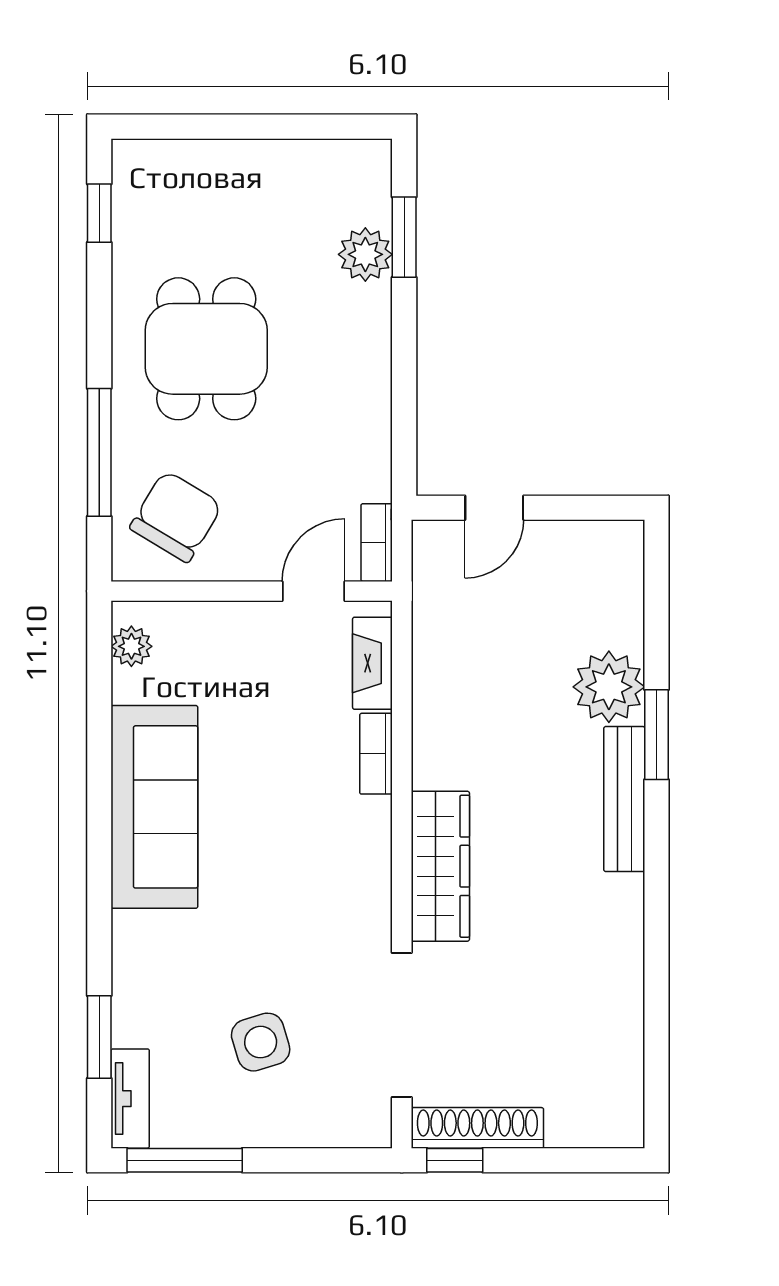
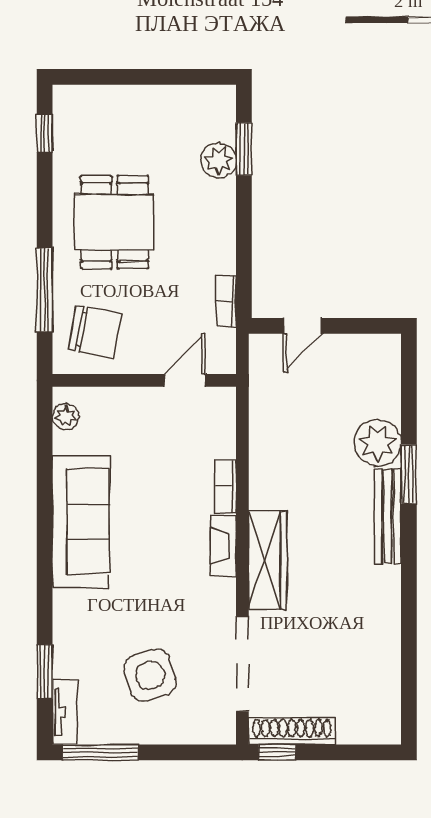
chair: (176, 516) -> (95, 332), turned 70
bookcase: (377, 543) -> (226, 302), moved
fireplace: (372, 663) -> (223, 546), moved
side table: (261, 1042) -> (150, 675), width x1.37, depth x1.37

